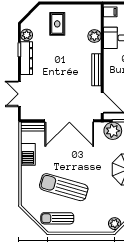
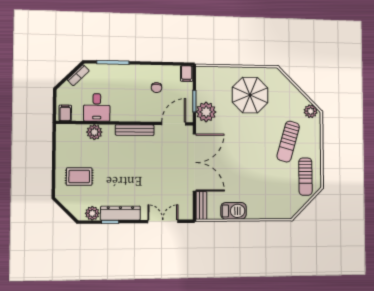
double door: (19, 94) -> (163, 221), swing flipped
sun lounger: (64, 187) -> (288, 141), moved, width x0.73, depth x0.75

